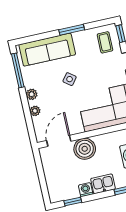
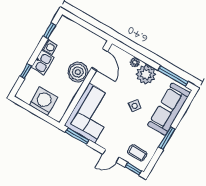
plant: (32, 94) -> (146, 74), width x1.88, depth x1.88

